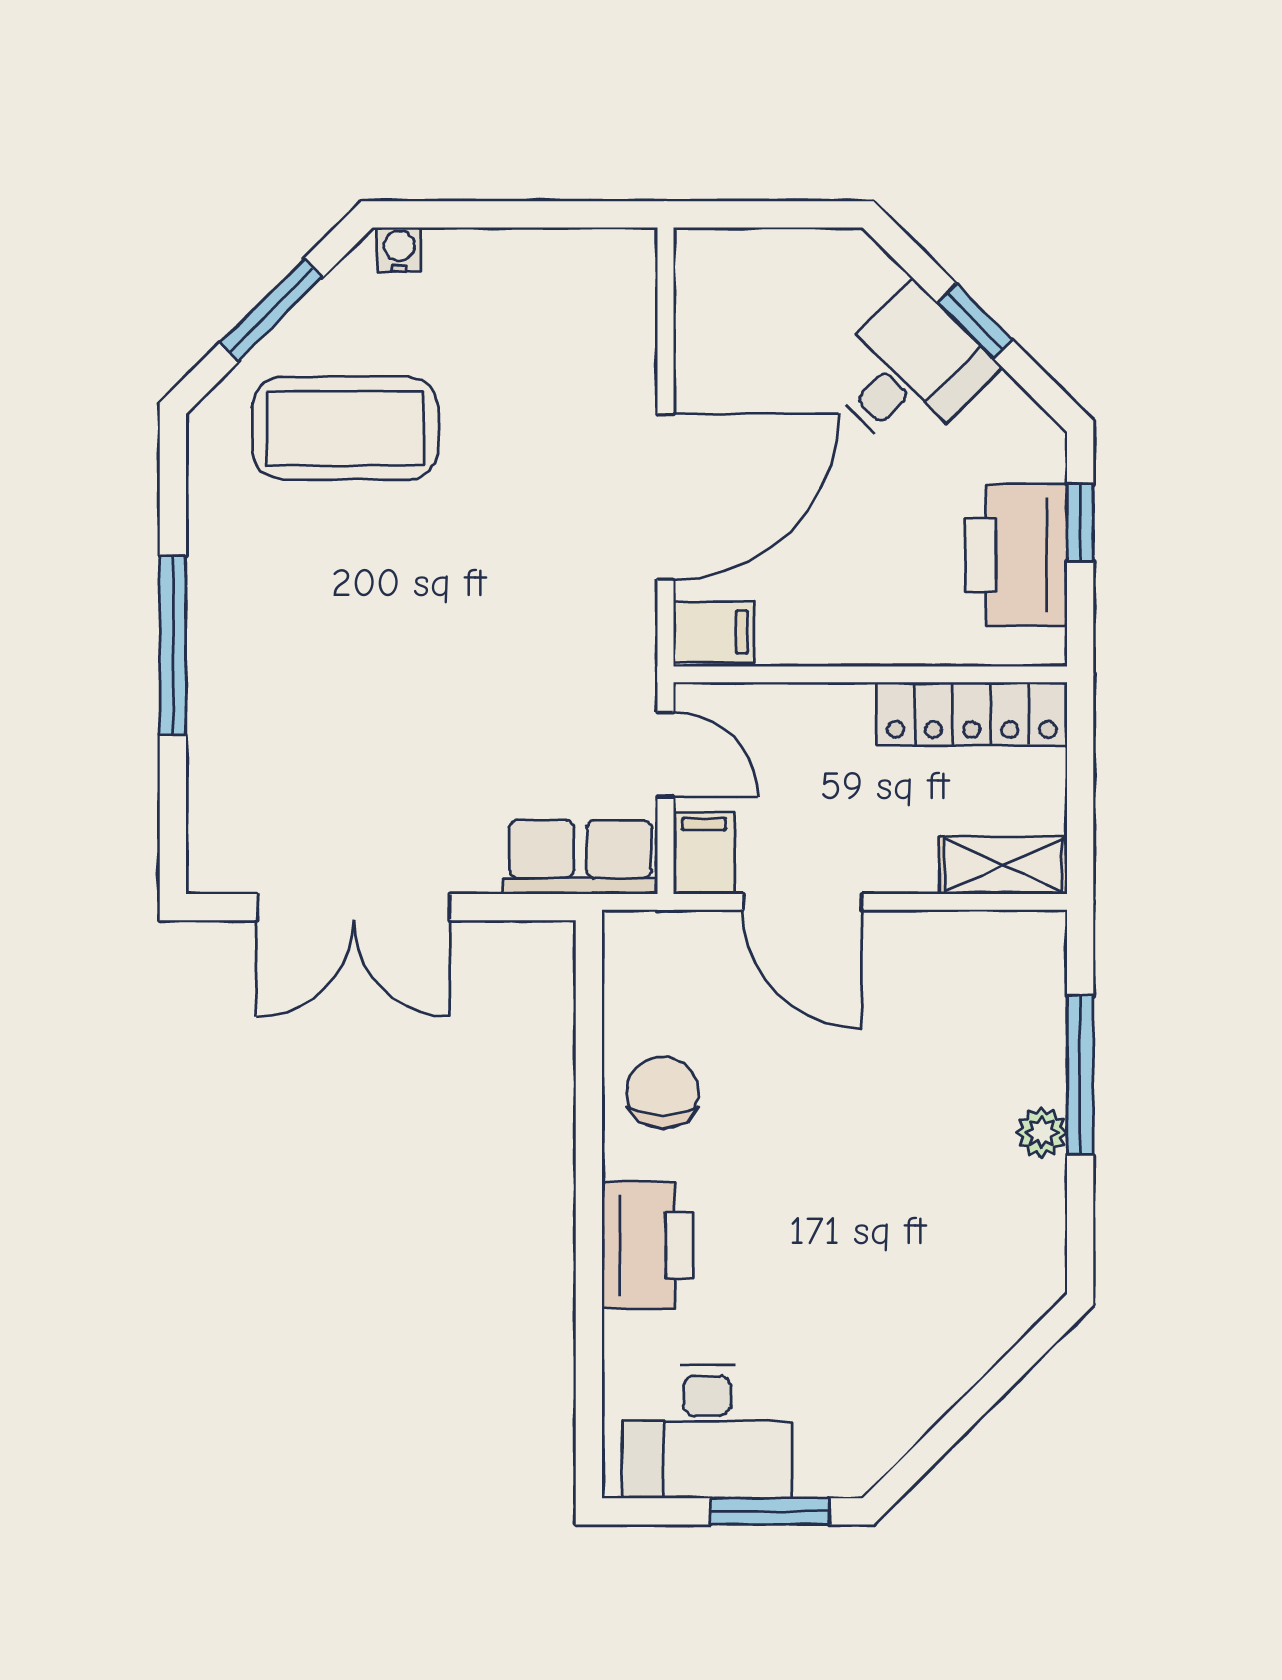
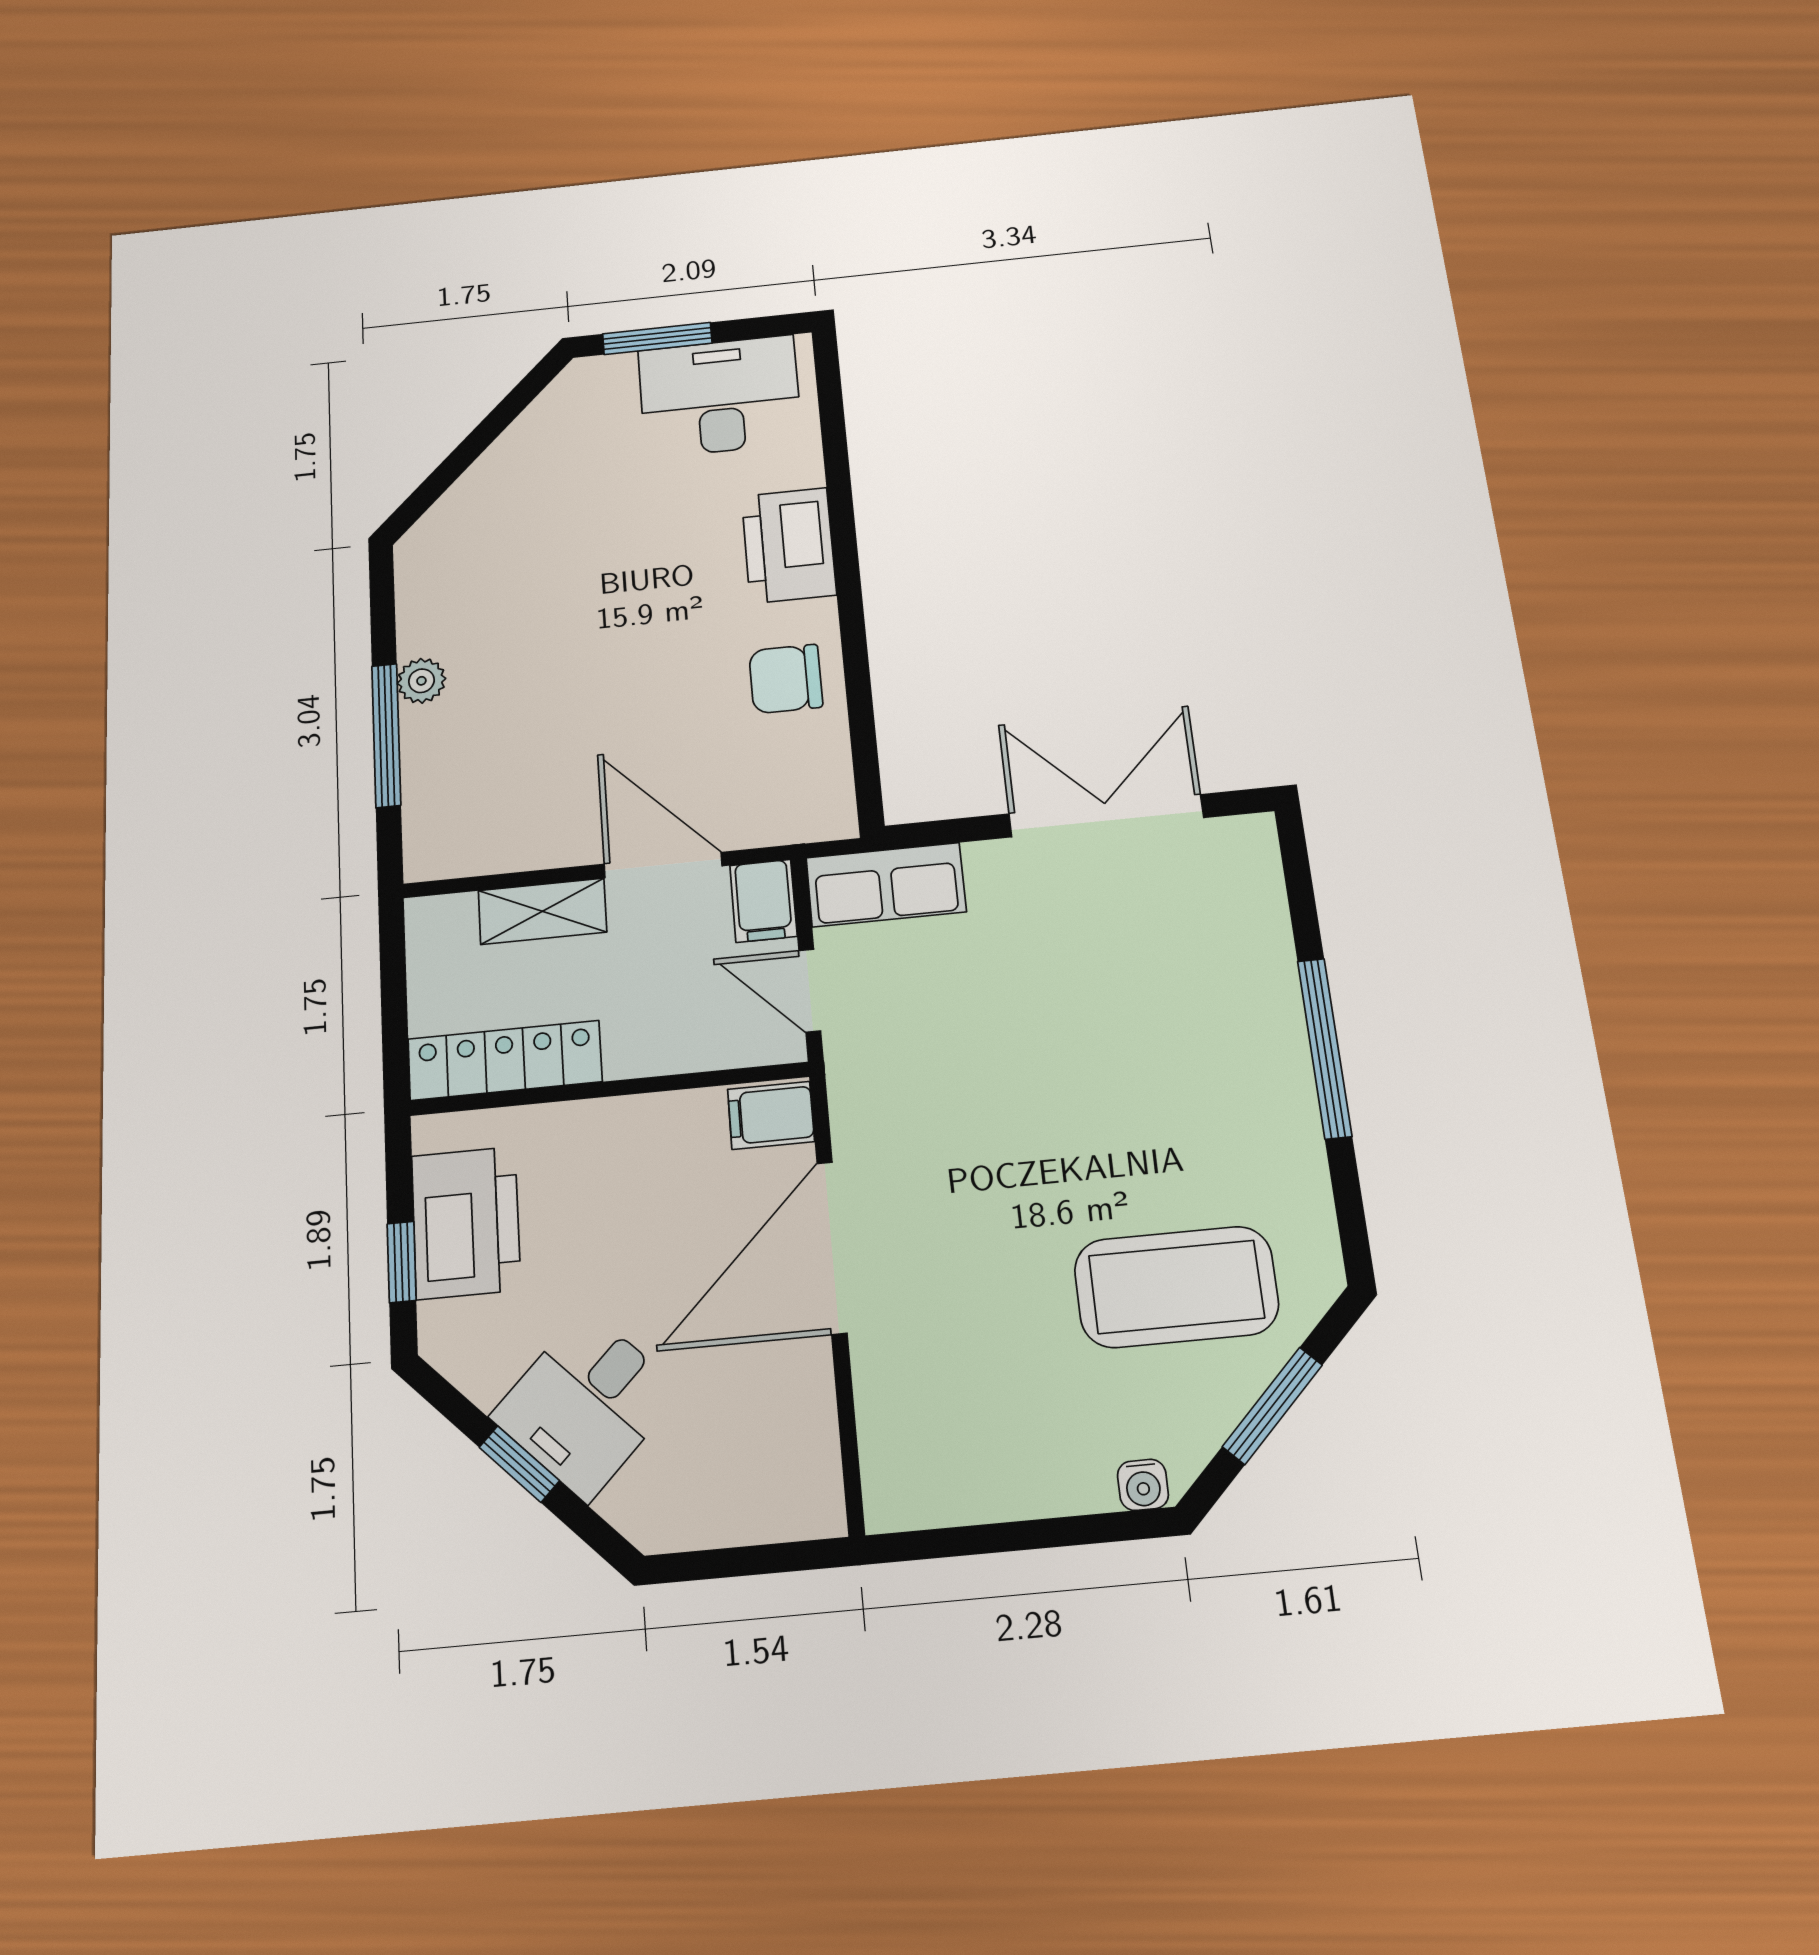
shelving: (1003, 865) -> (542, 911), moved
chair: (663, 1093) -> (786, 679), turned 90

